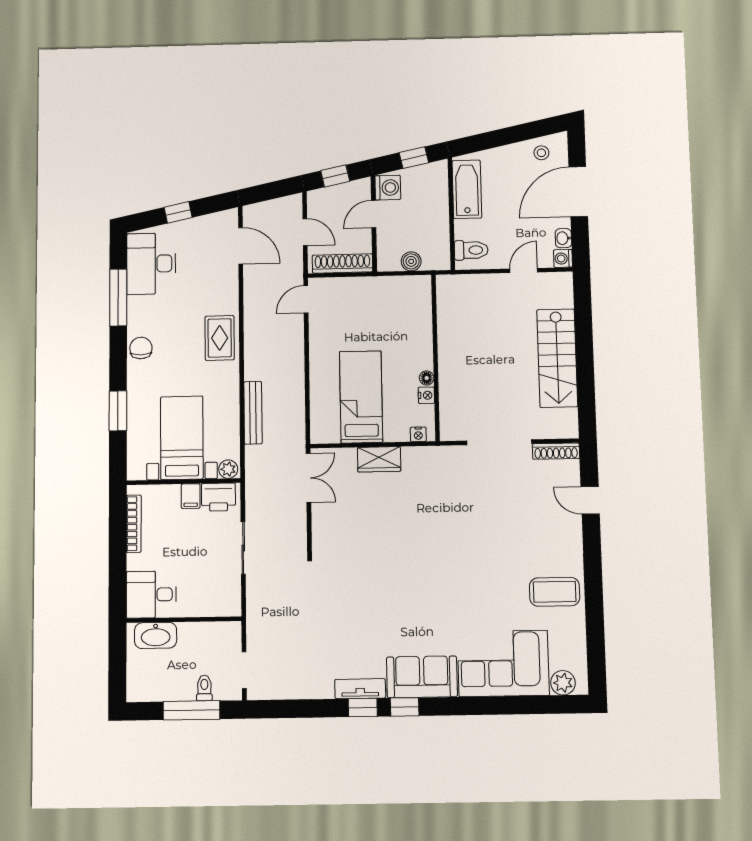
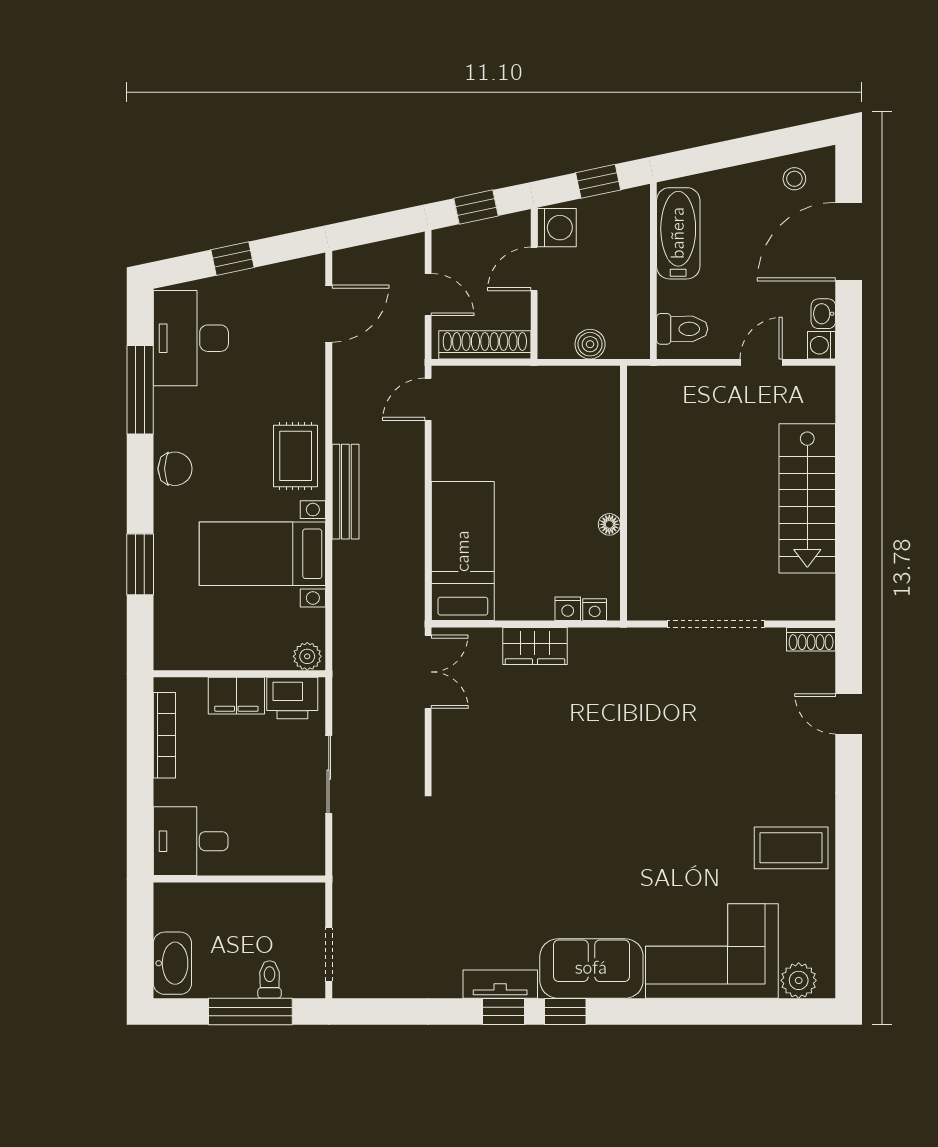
door: (241, 246) -> (329, 314), hinge flipped
chair: (141, 348) -> (175, 469), turned 90
nightstand: (426, 395) -> (568, 609), moved, turned 90
bed: (361, 397) -> (463, 551), moved
bench: (253, 413) -> (345, 492), moved
bed with nightstands: (182, 438) -> (262, 554), moved, turned -90
shoe rack: (556, 451) -> (811, 639), width x0.70
filing cabinet: (191, 496) -> (236, 696), width x2.00
washbasin: (156, 635) -> (172, 963), moved, turned -90

